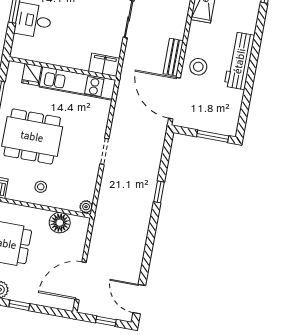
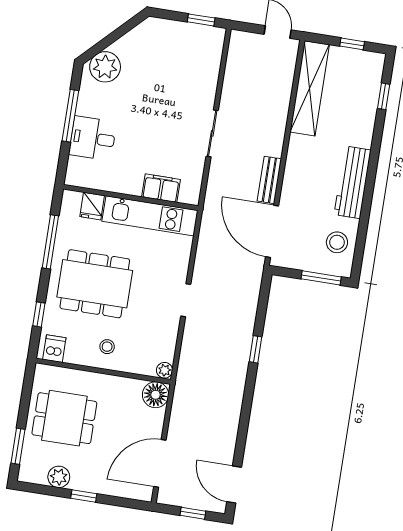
filing cabinet: (104, 65) -> (161, 188), moved
stool: (198, 67) -> (337, 242), moved
floor lamp: (60, 223) -> (156, 395), moved

